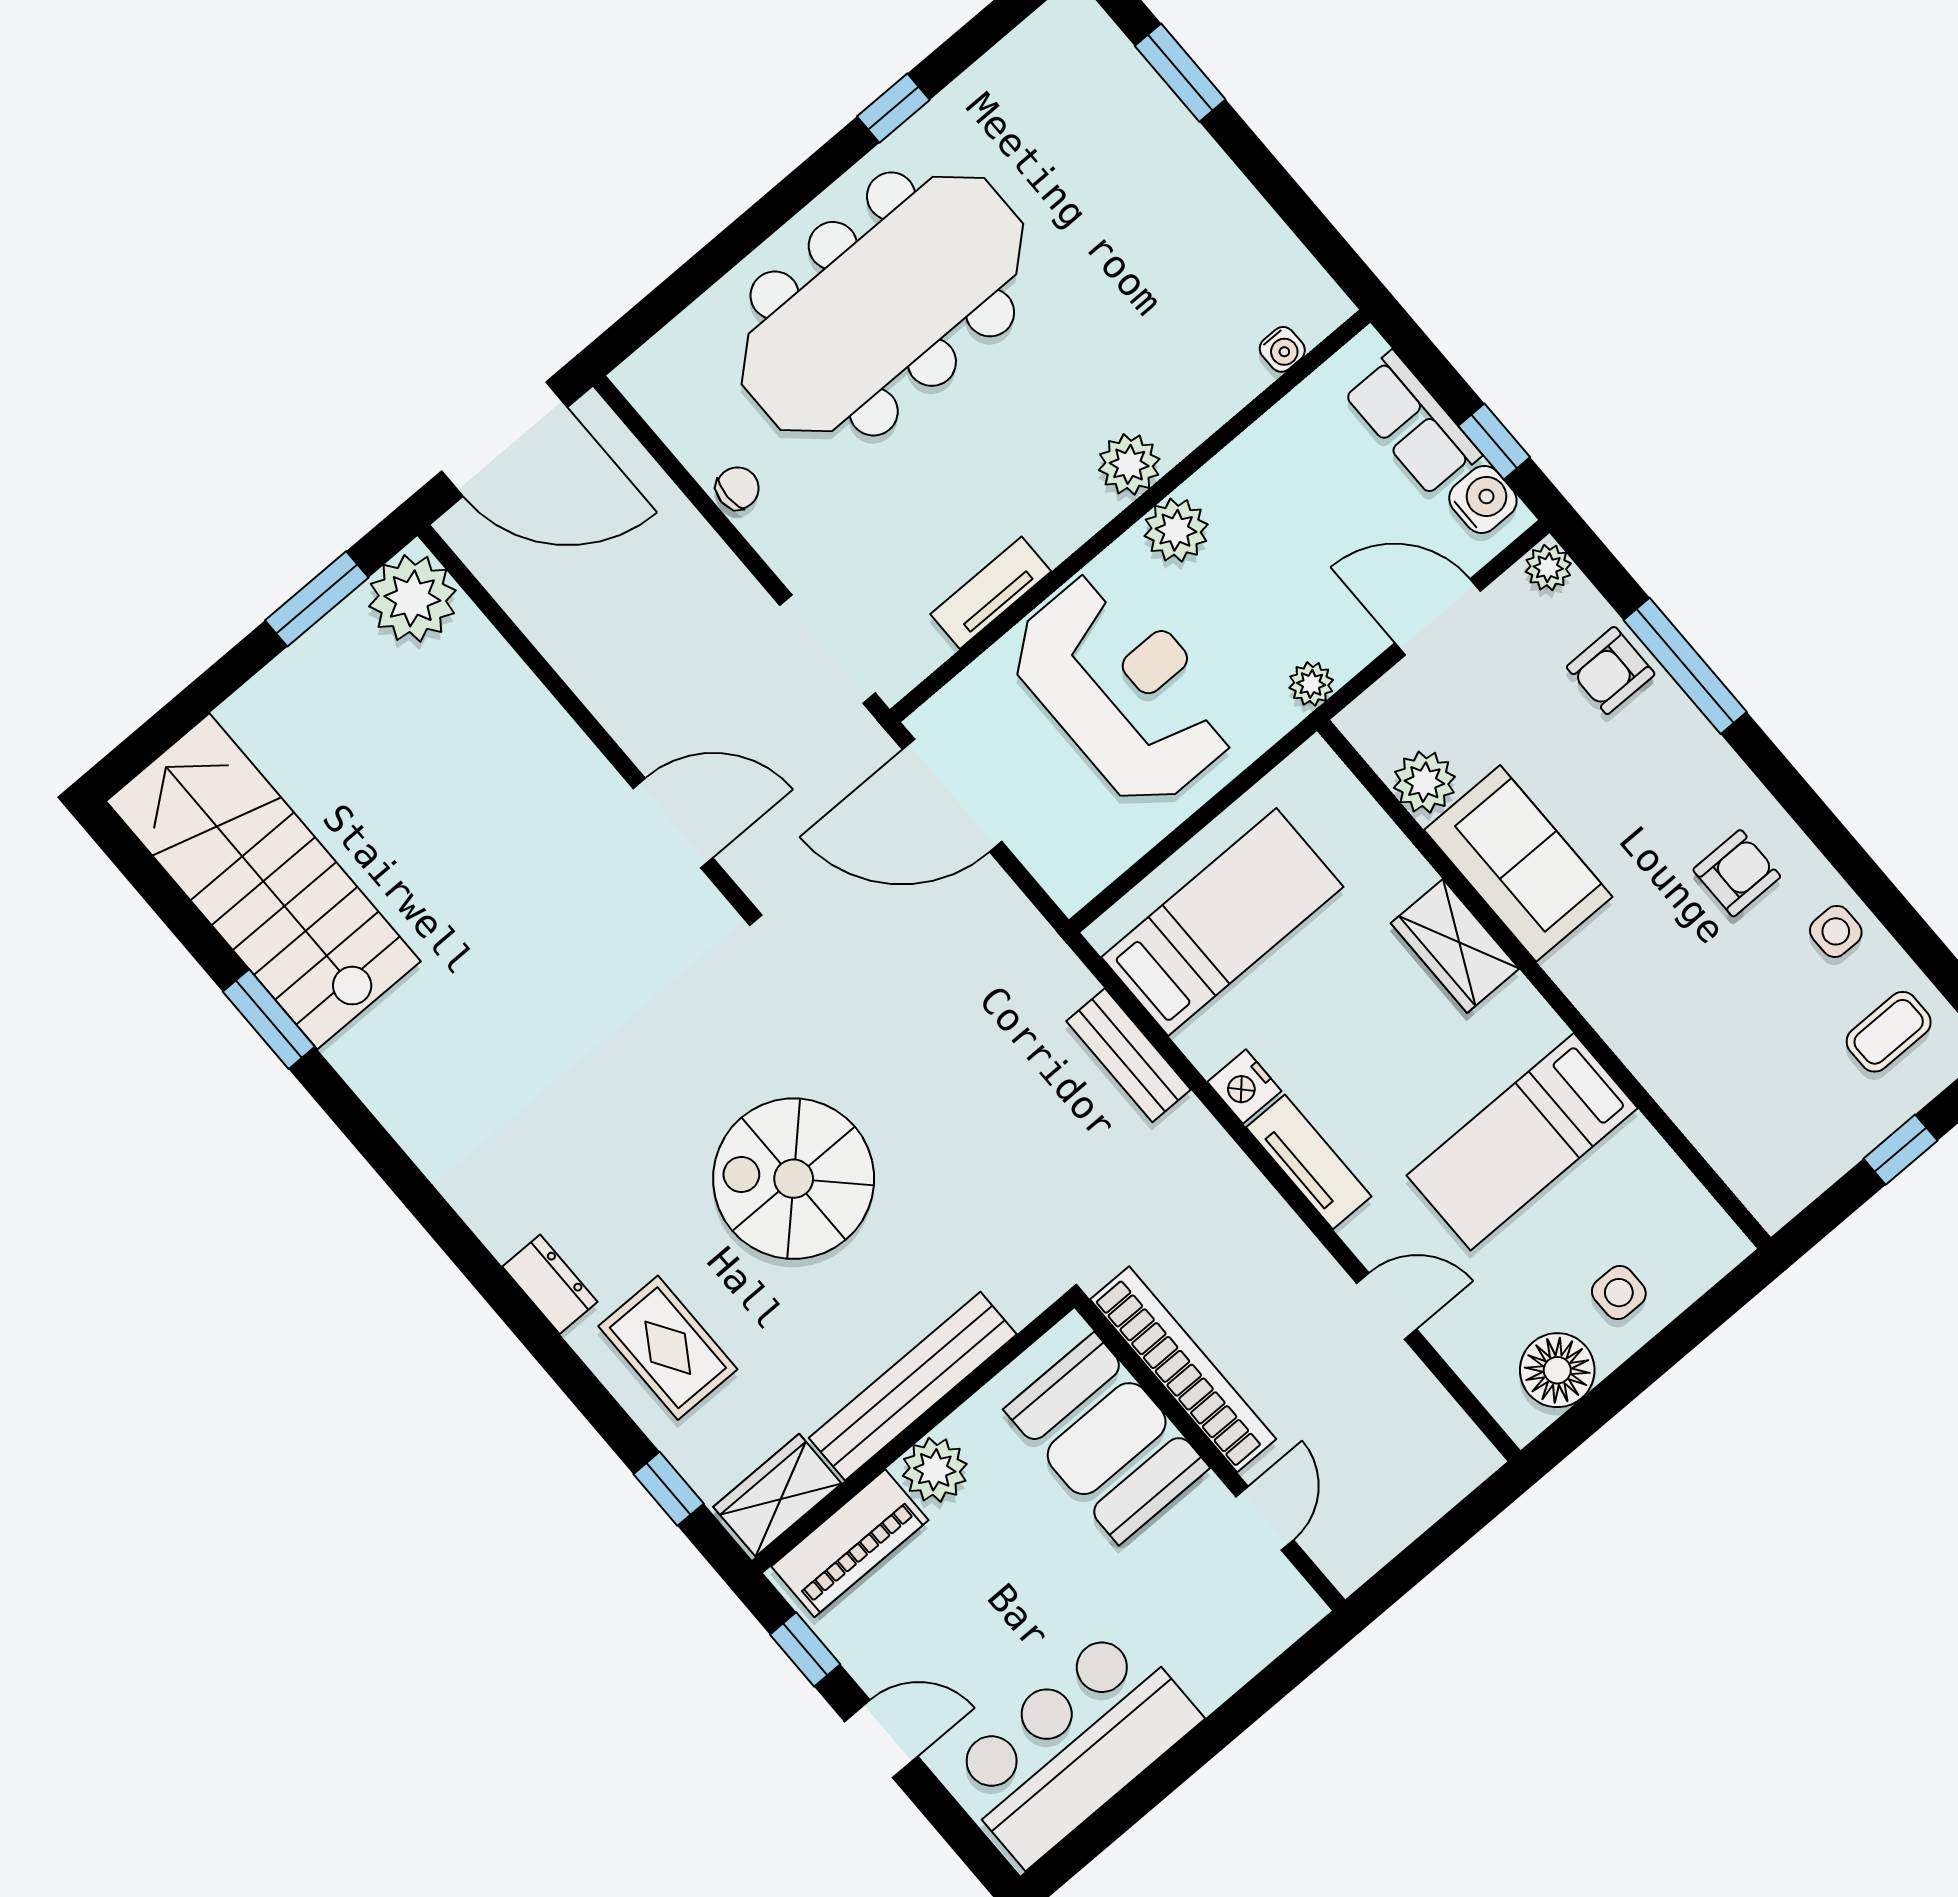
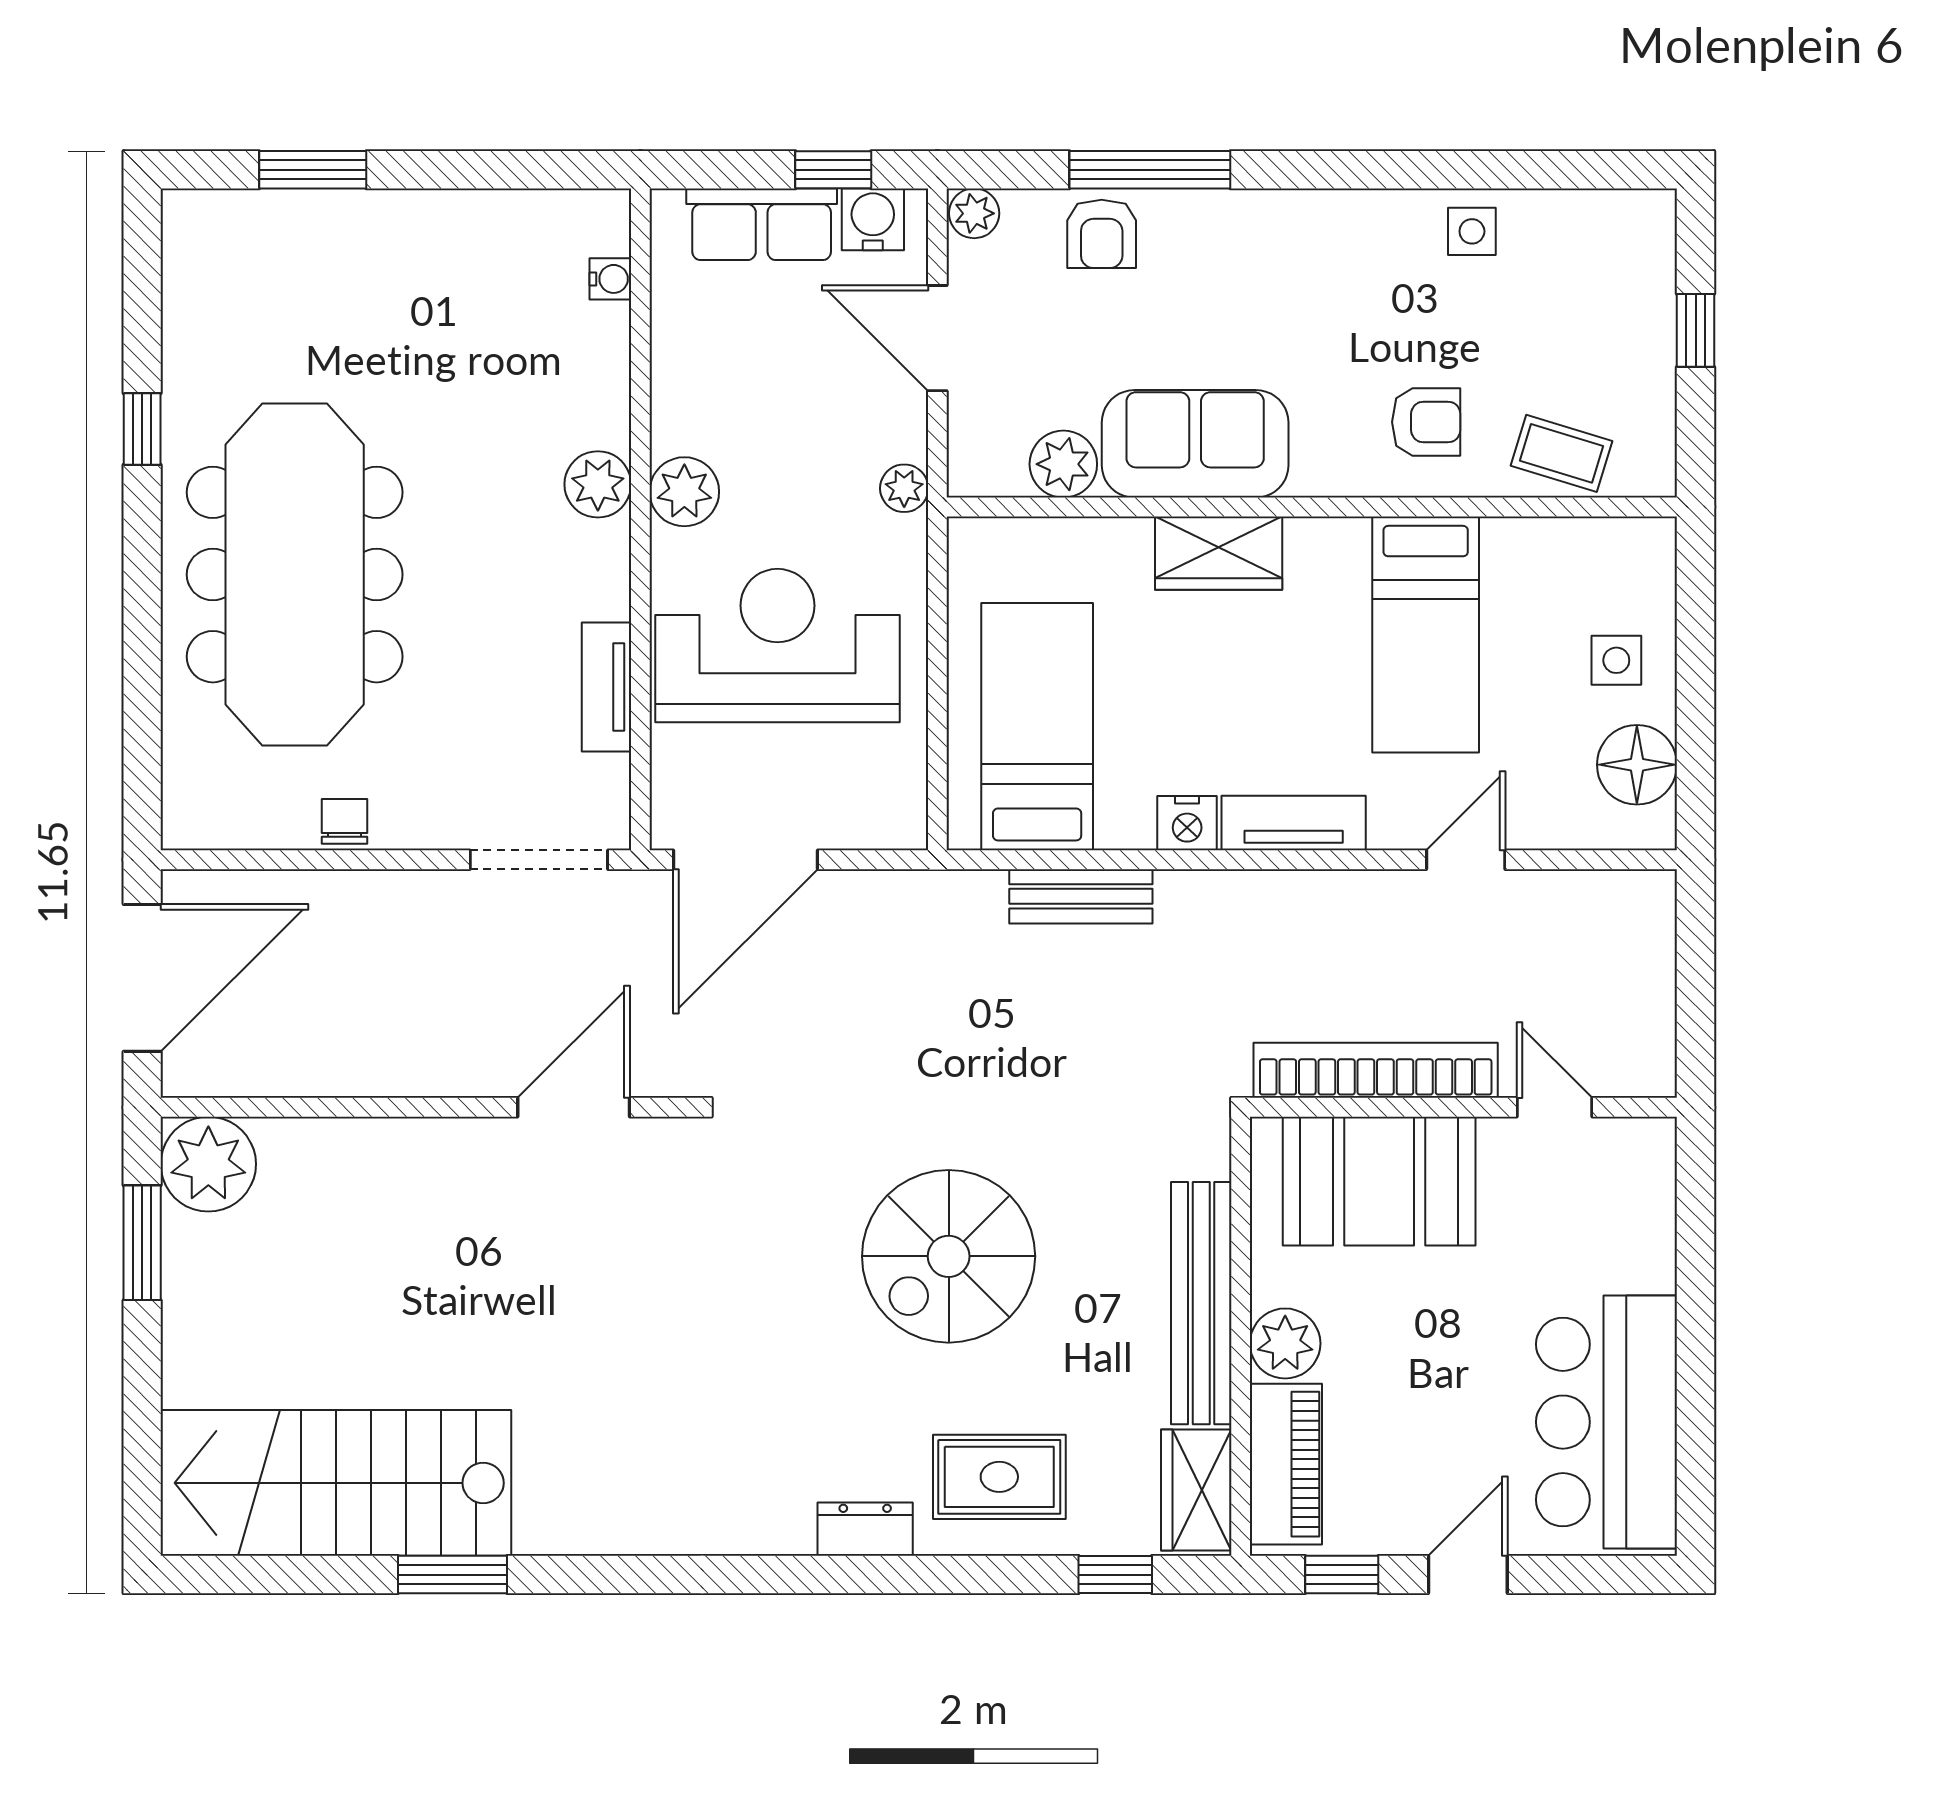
door: (1438, 617) -> (937, 338), hinge flipped
armchair: (1737, 873) -> (1426, 422), moved, turned 90
coffee table: (1889, 1032) -> (1561, 453), moved, turned -73

